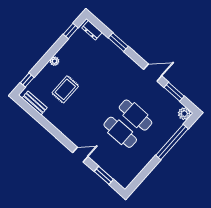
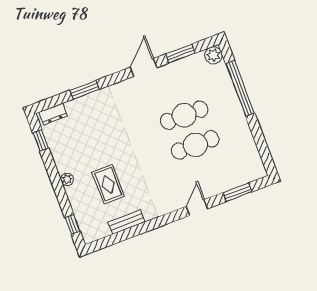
bench: (35, 103) -> (126, 222), moved

